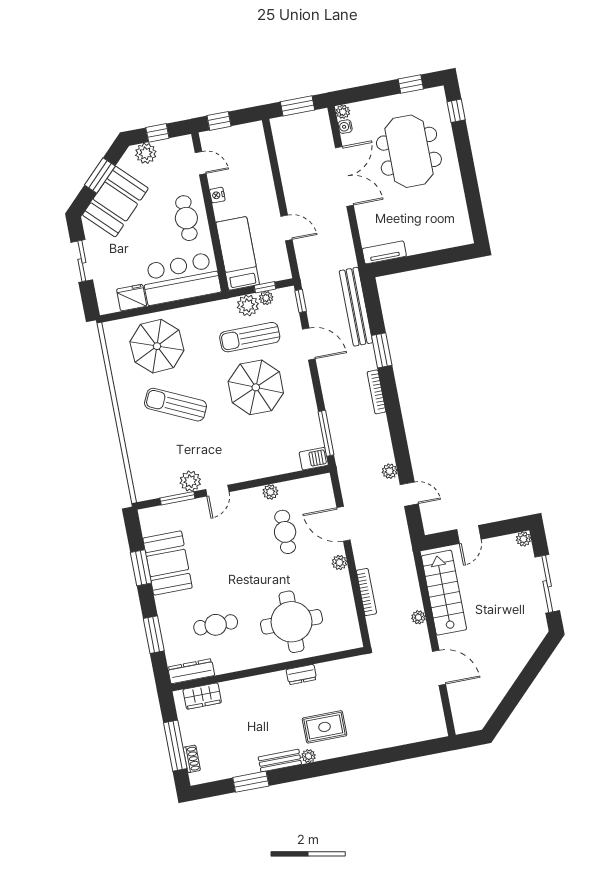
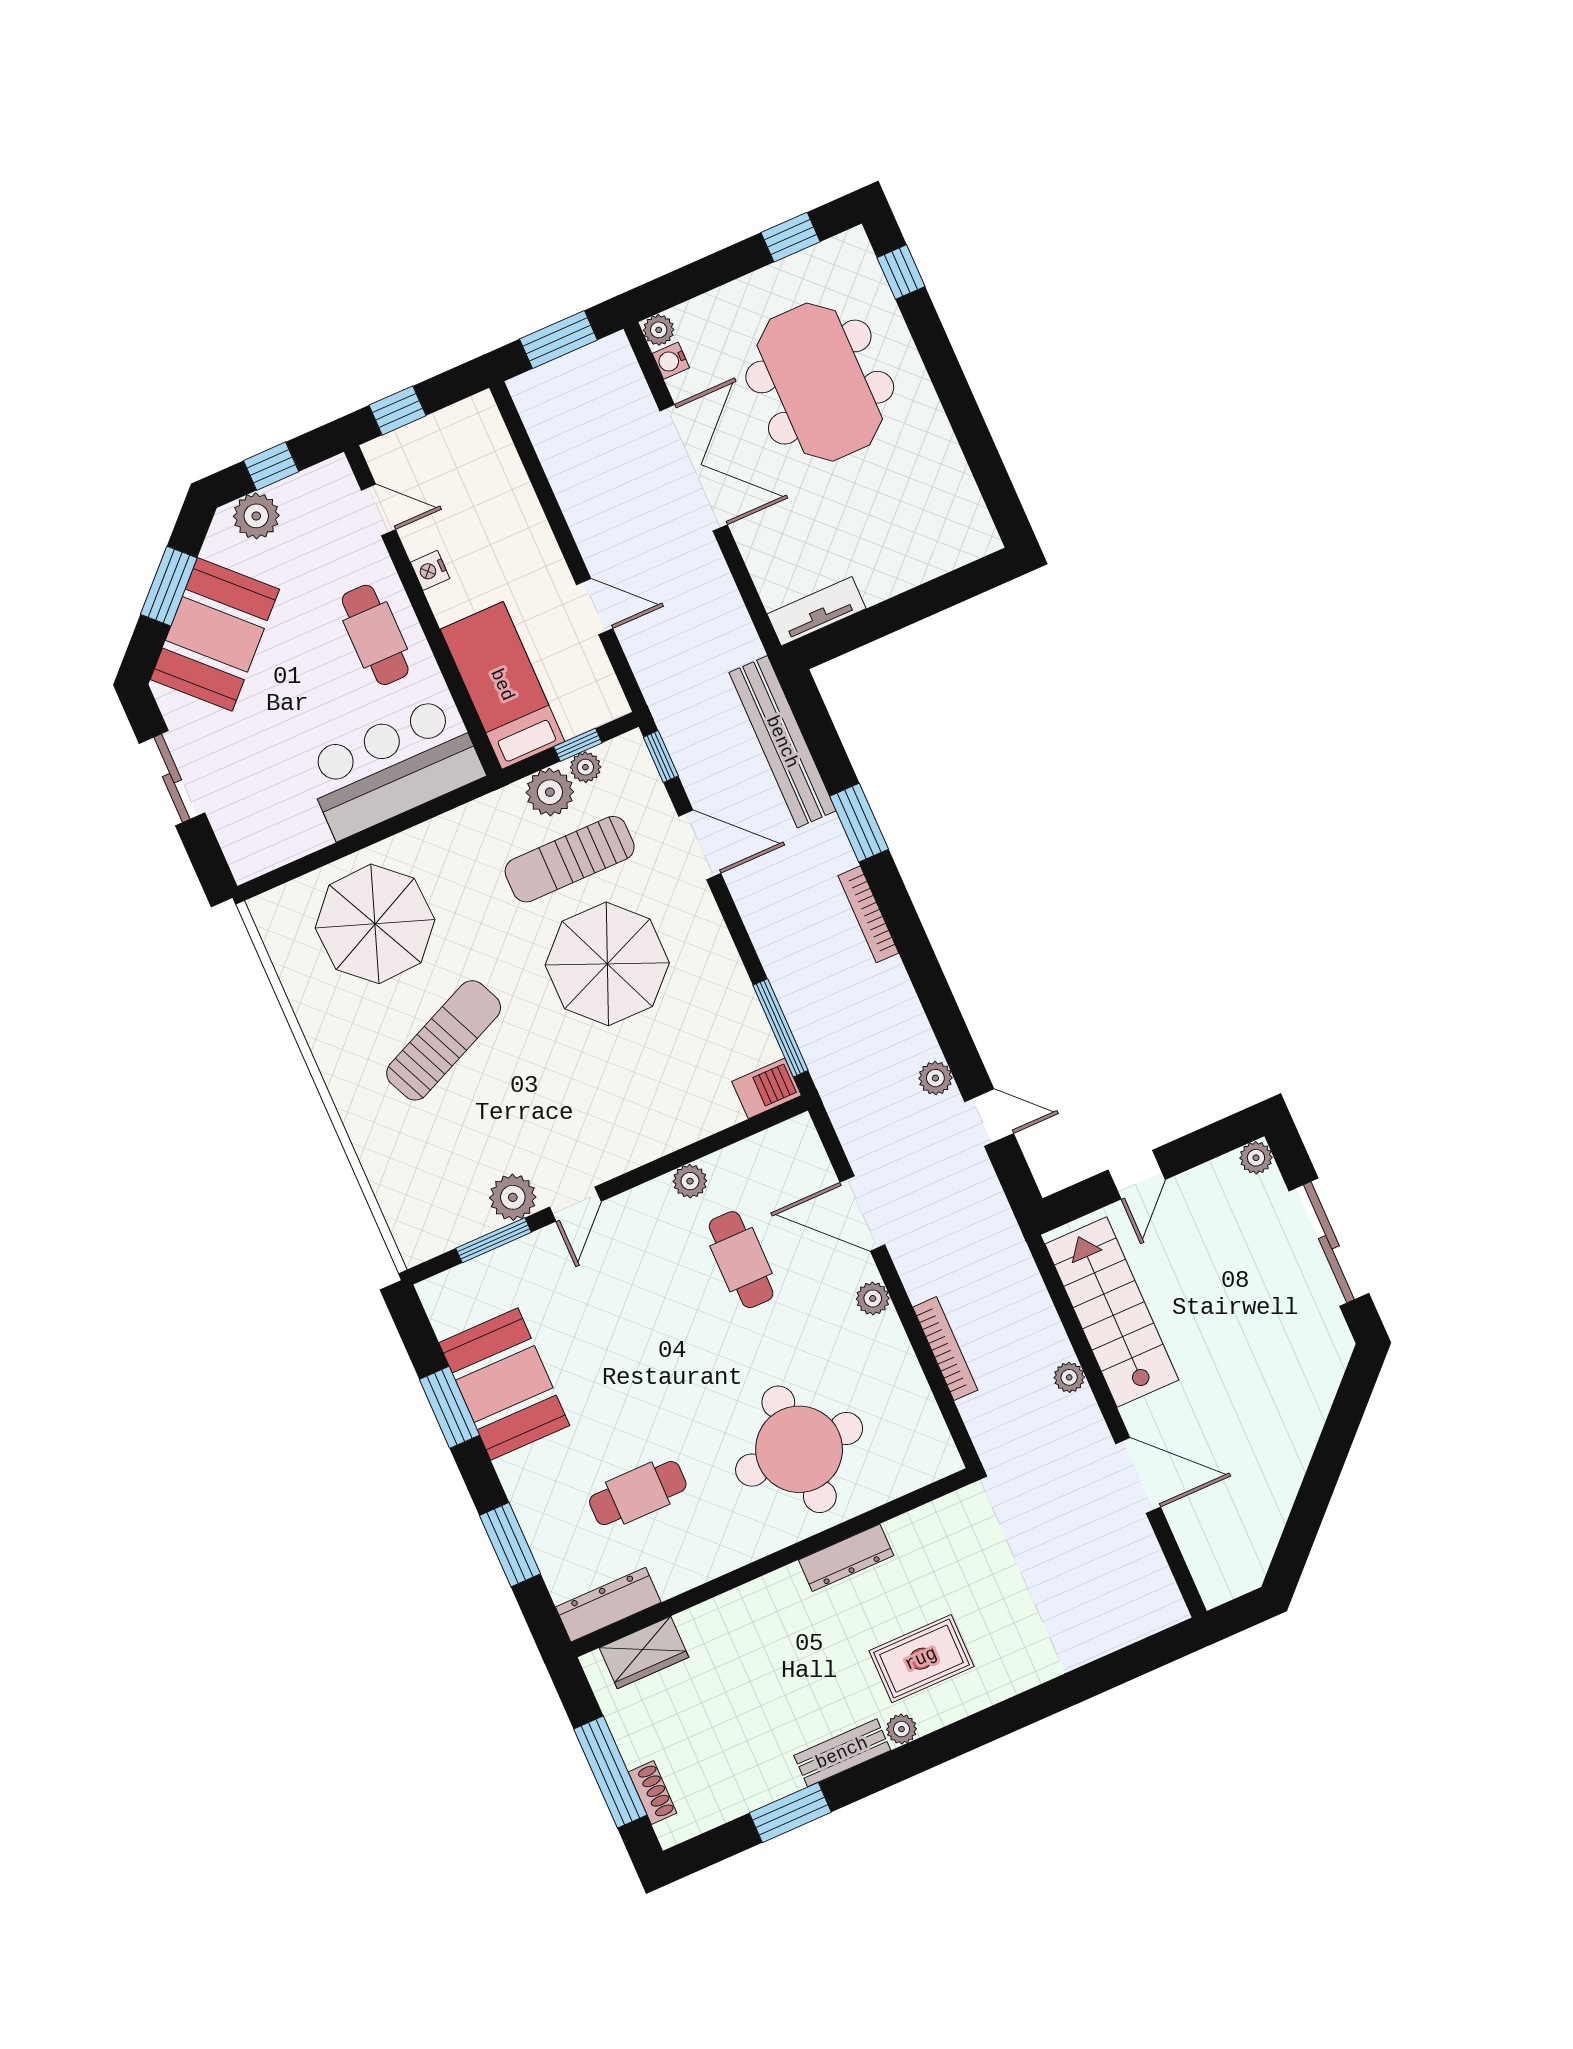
fridge: (132, 298) -> (297, 832), removed
sun lounger: (176, 405) -> (444, 1040), turned 131
dresser: (301, 675) -> (846, 1558), width x1.44

